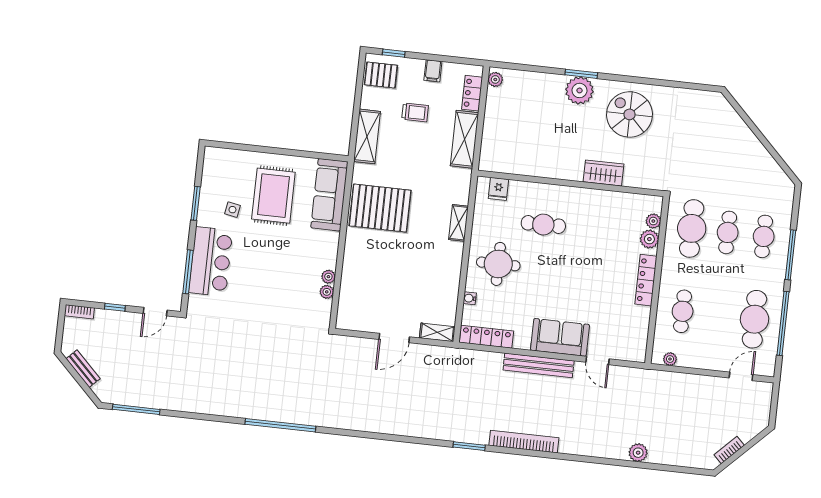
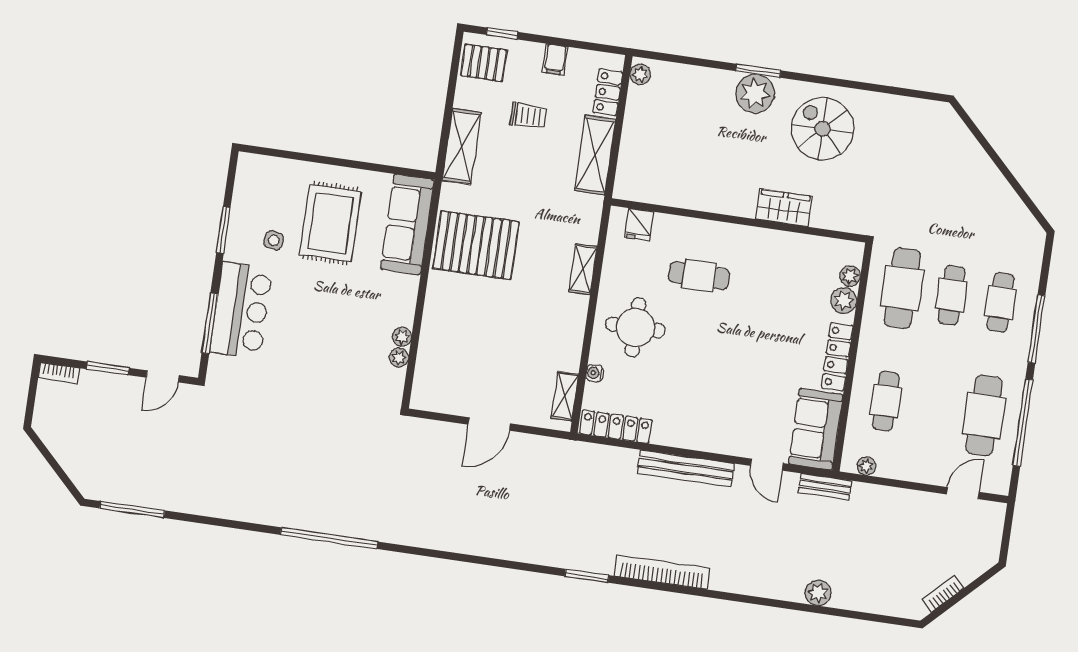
window: (115, 307) -> (108, 368), width x1.50
shelving: (437, 332) -> (565, 396), moved, turned 90
sofa: (560, 337) -> (816, 429), moved, turned -90
bench: (83, 369) -> (825, 487), moved, turned -45

